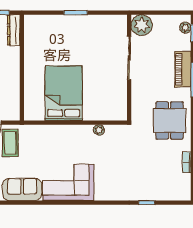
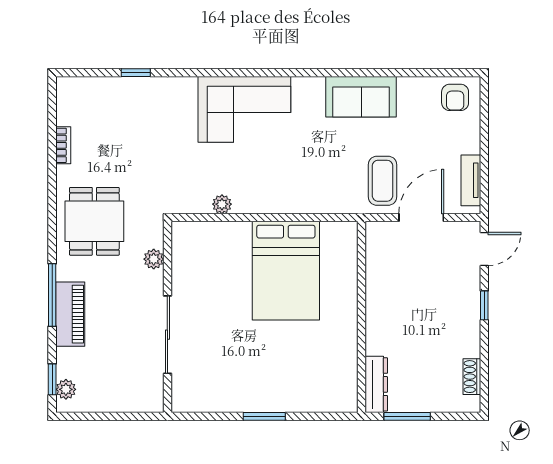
plant: (142, 25) -> (154, 259), moved, width x0.53, depth x0.53
corner sofa: (68, 182) -> (244, 109), moved

